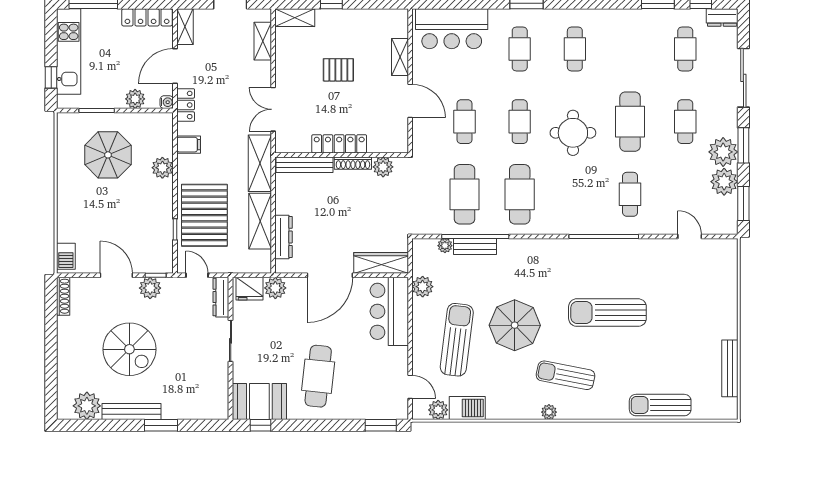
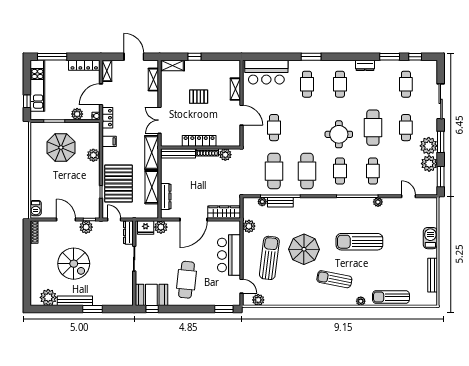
dresser: (722, 18) -> (365, 65), moved
cafe table: (520, 122) -> (340, 171), moved
plant: (638, 246) -> (378, 202), added
bar counter: (389, 311) -> (229, 255), moved
barbecue: (467, 408) -> (430, 238), moved, turned -90
plant: (549, 412) -> (361, 301), moved

